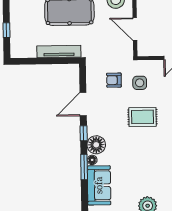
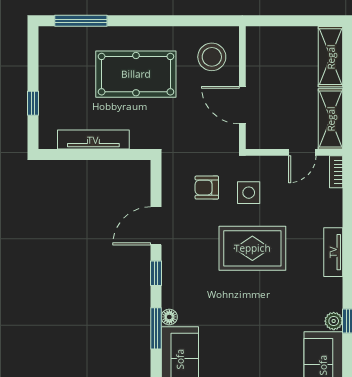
tv unit: (59, 52) -> (93, 140), moved
rug: (142, 117) -> (252, 248), width x1.36, depth x1.43
floor lamp: (96, 145) -> (176, 292), removed

